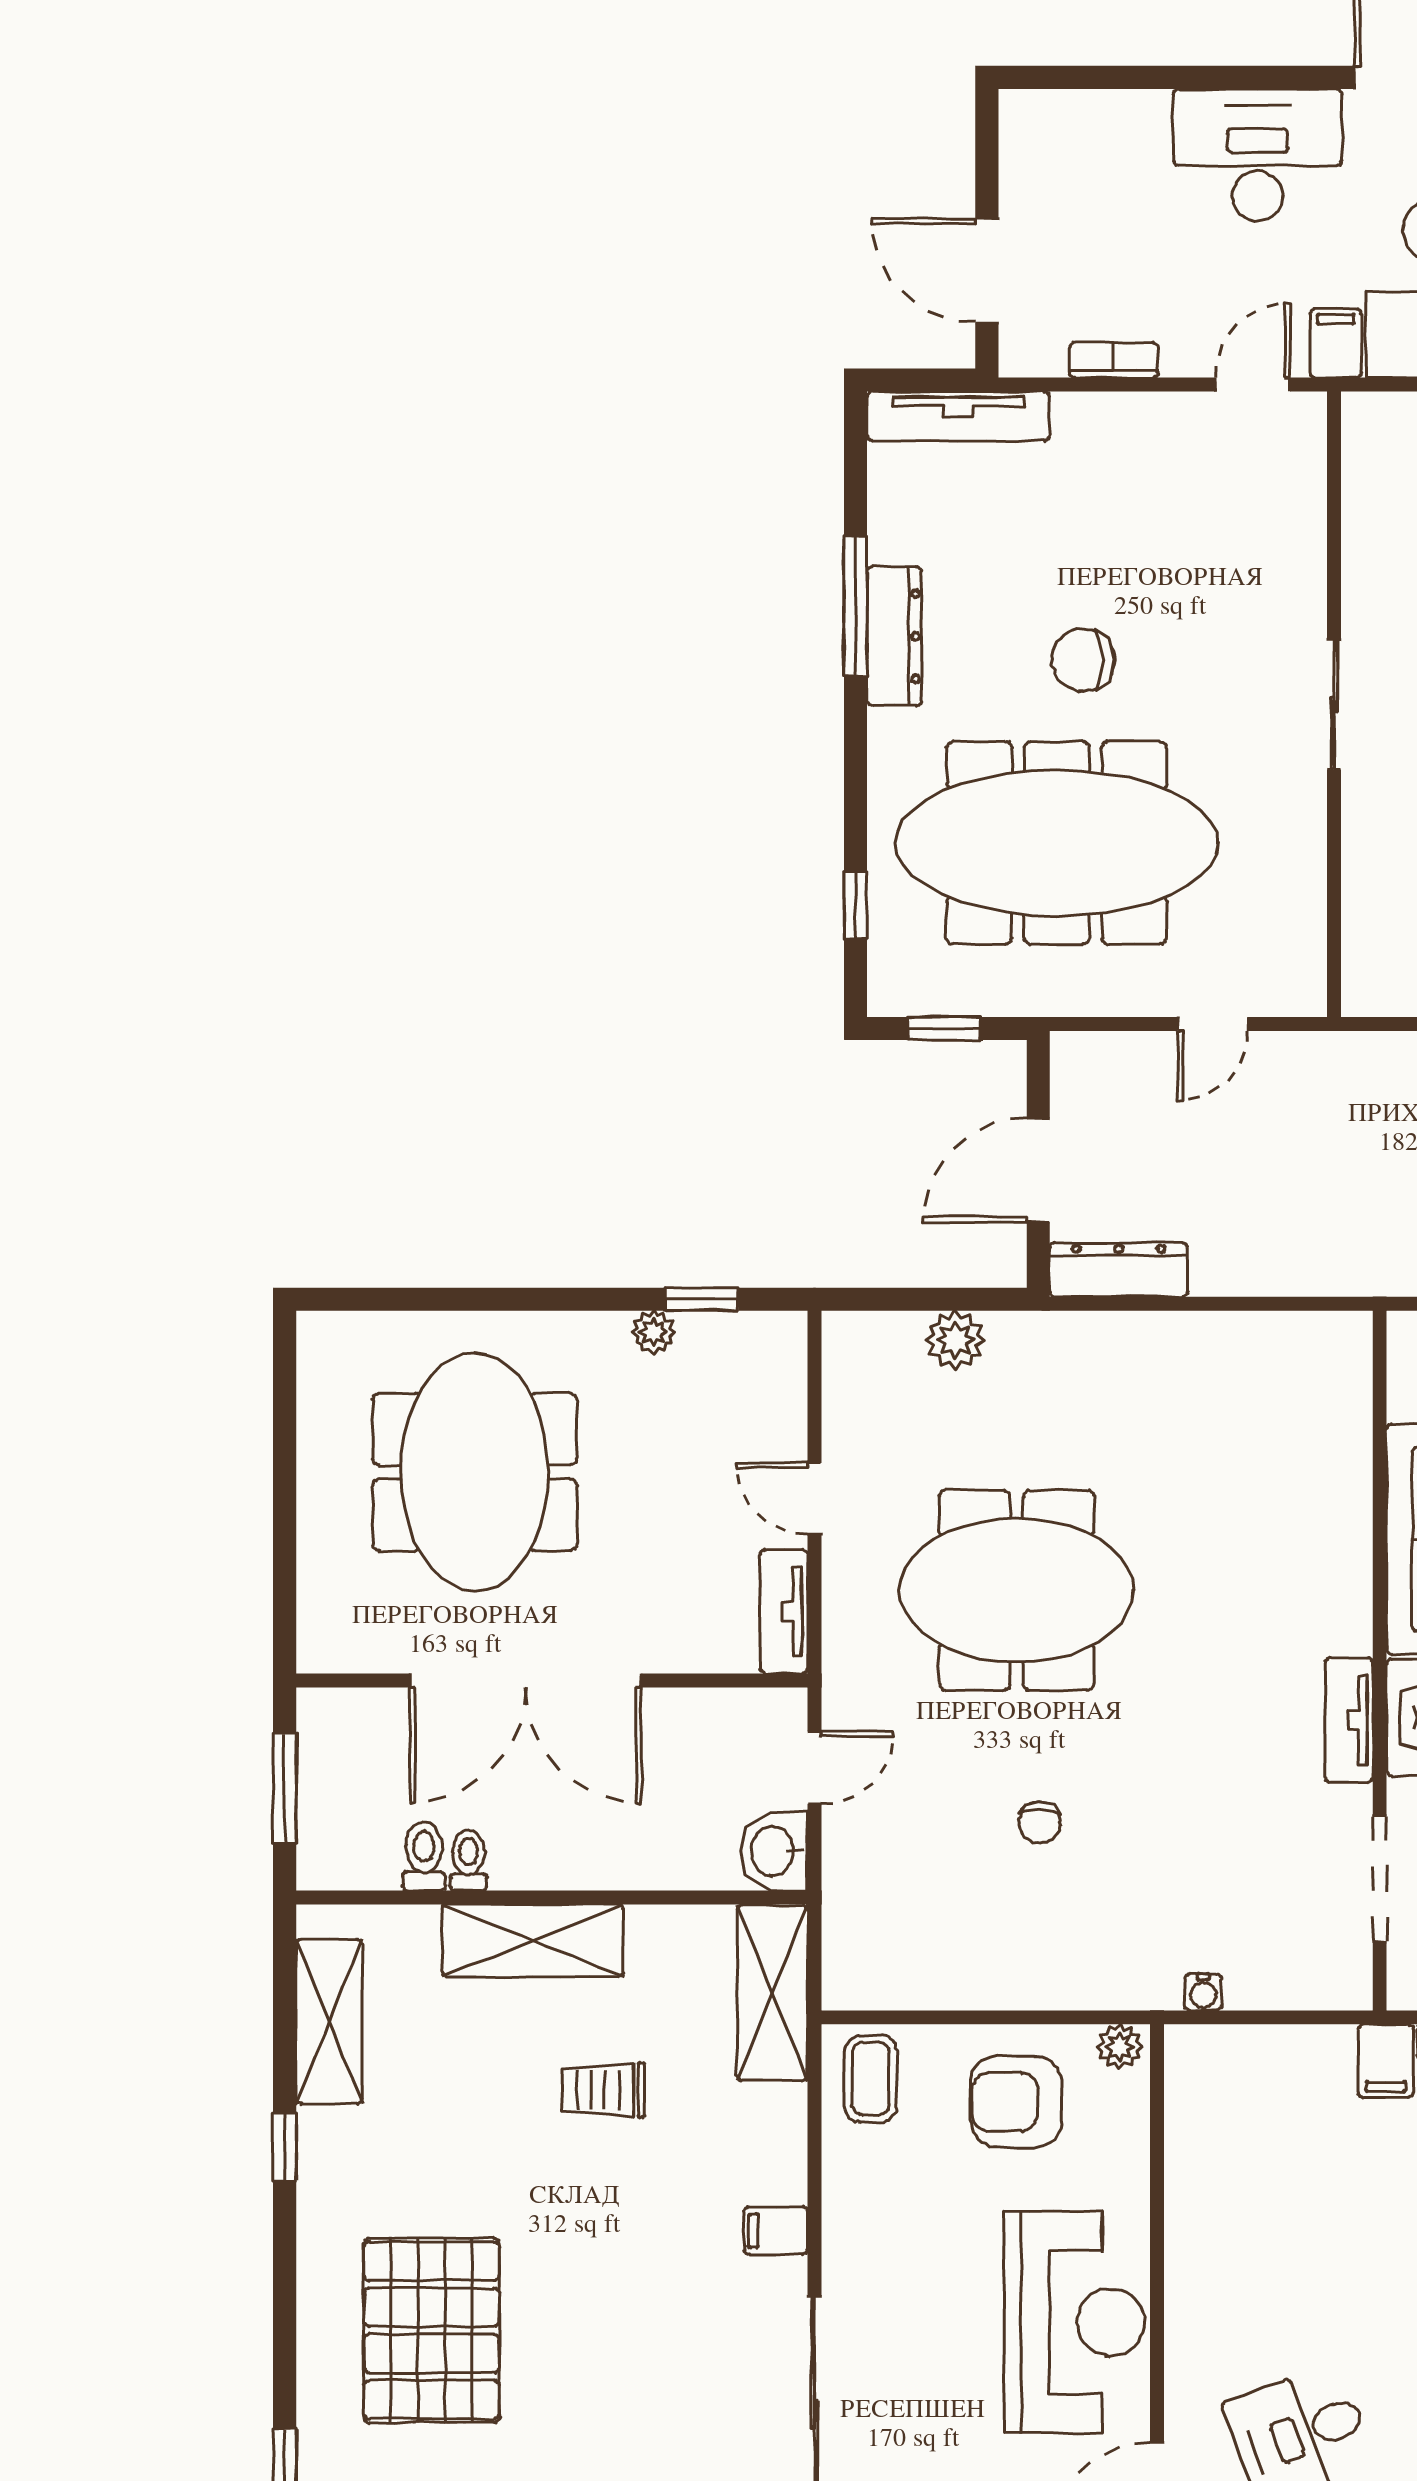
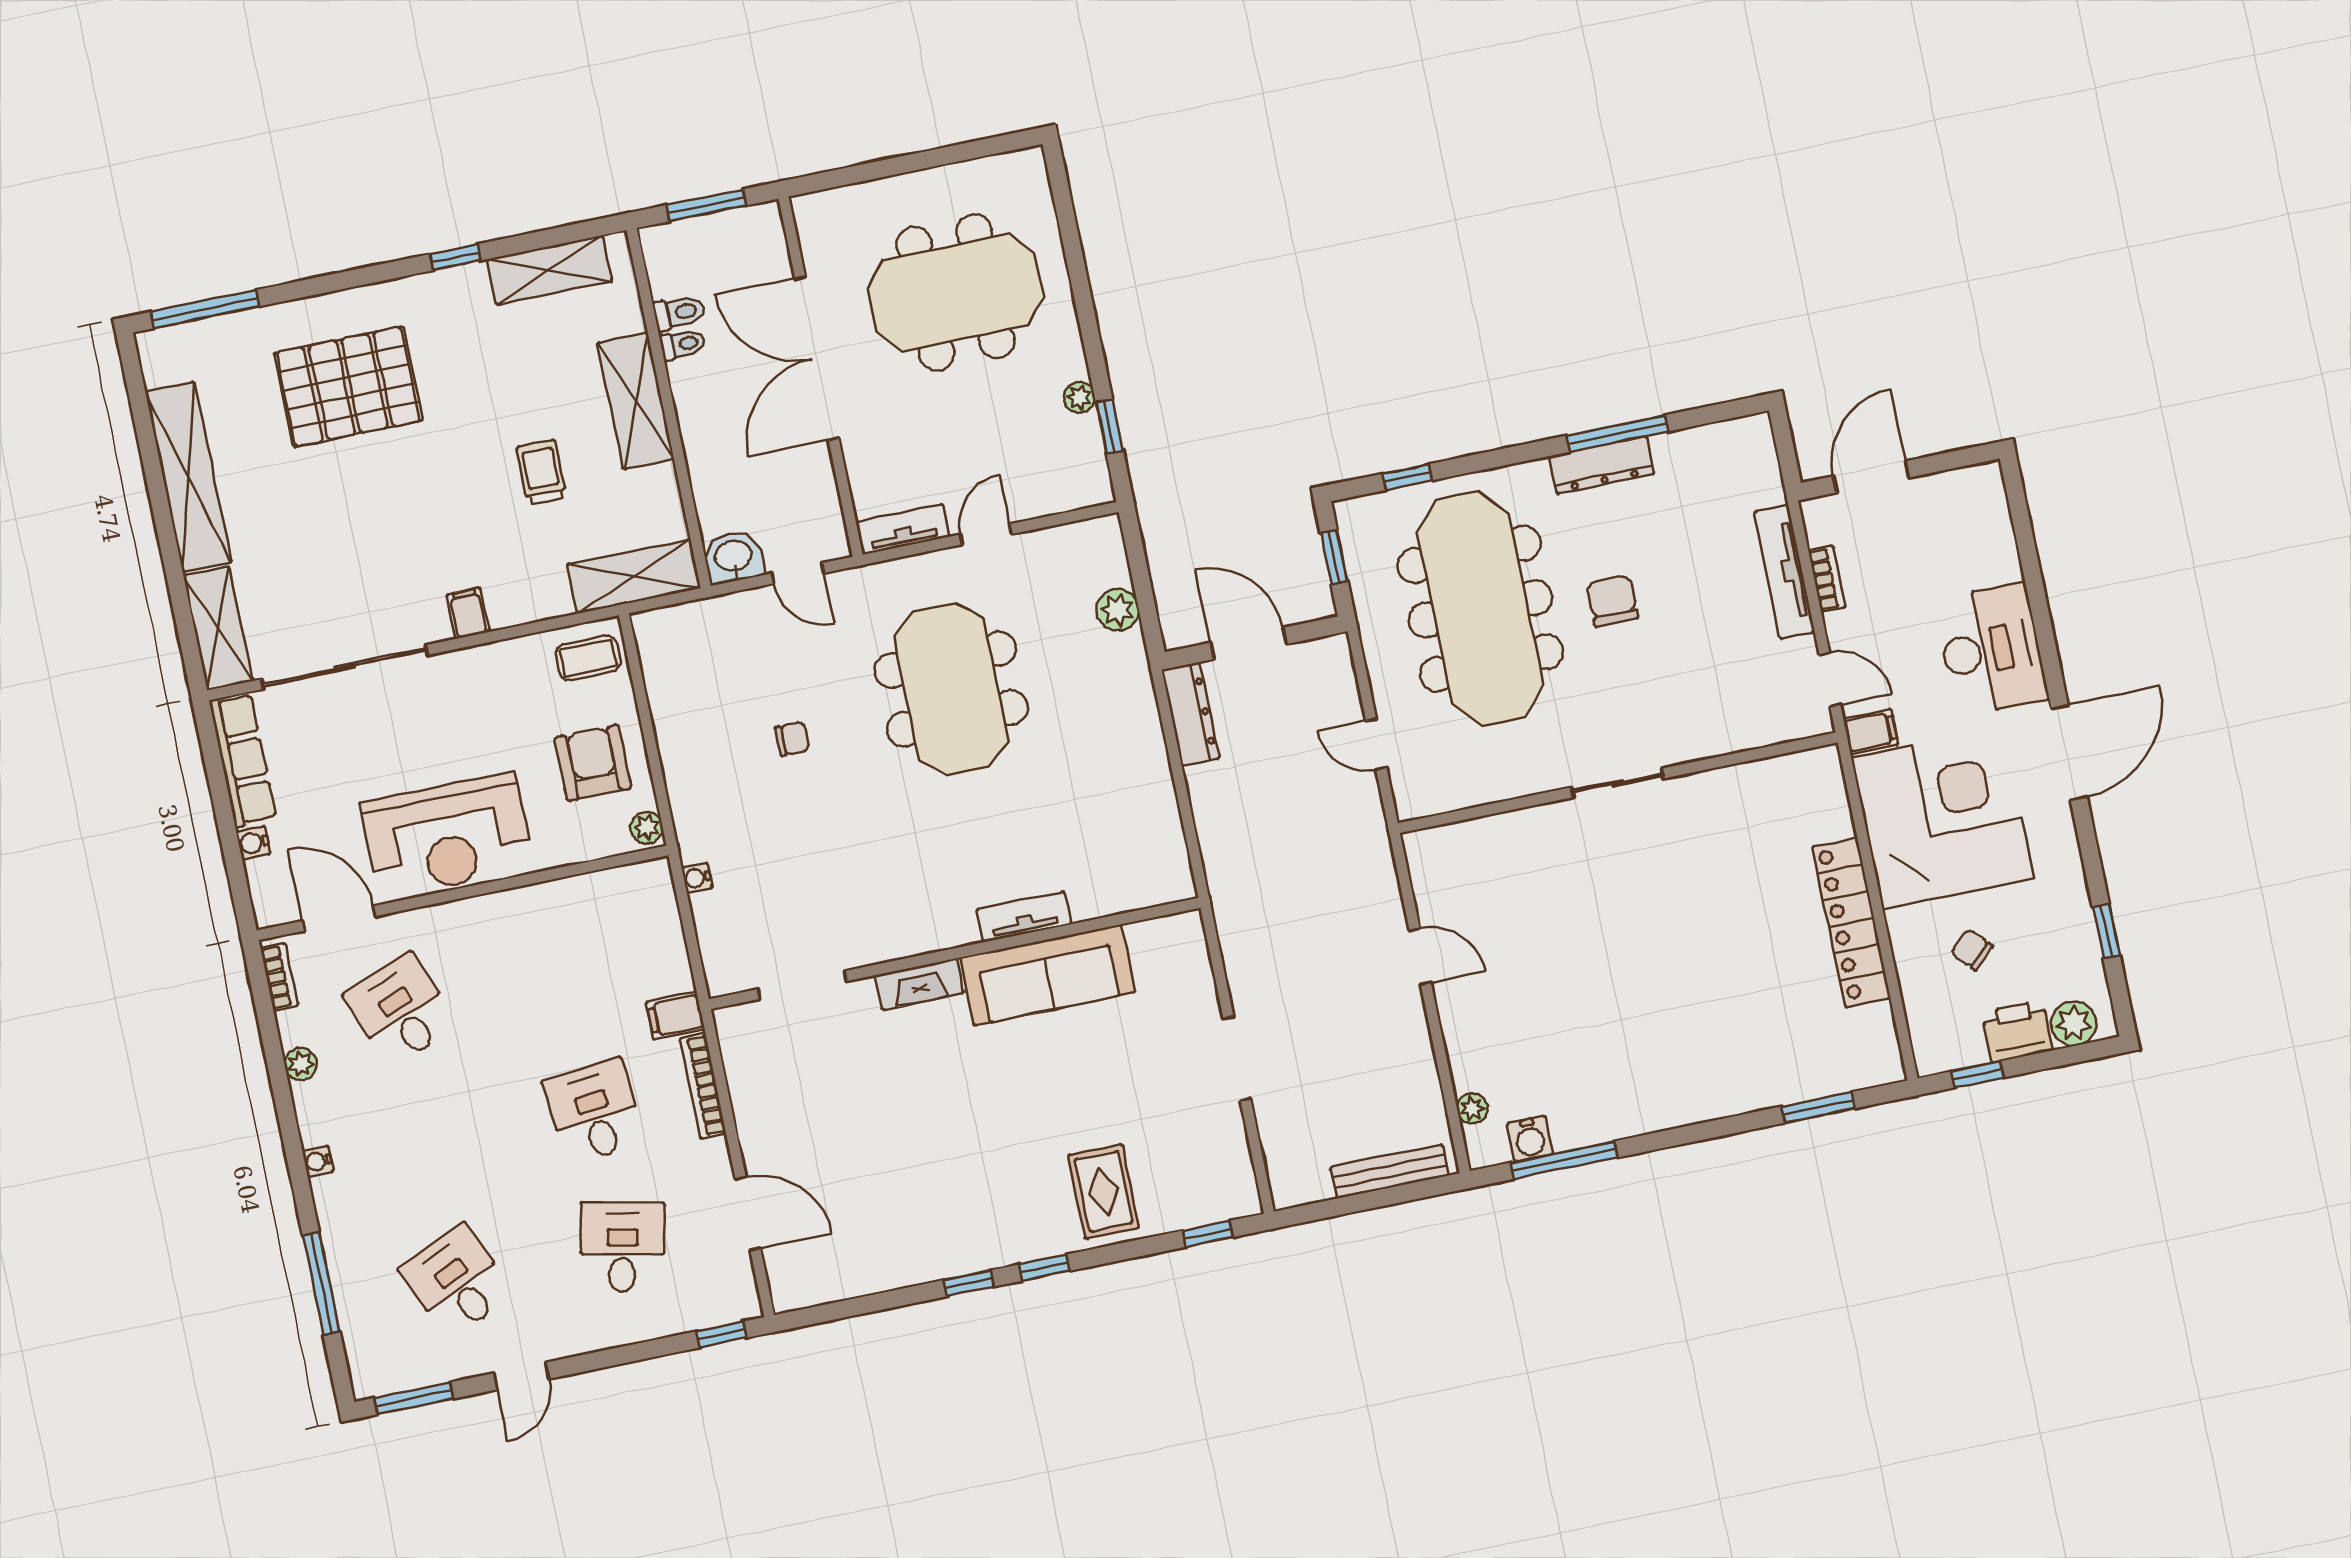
tv unit: (958, 416) -> (1784, 572), moved
tv unit: (1349, 1720) -> (1024, 917), moved
chair: (1040, 1822) -> (792, 739), turned 180

